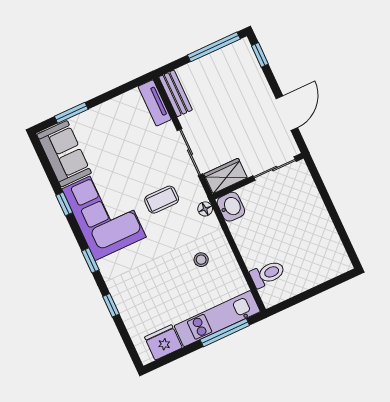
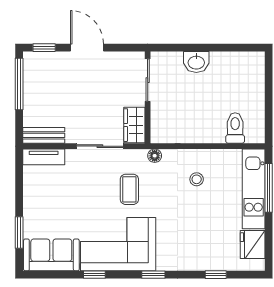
door: (287, 113) -> (87, 48), moved
washbasin: (231, 207) -> (196, 62), moved, turned 180
window: (111, 305) -> (216, 275), moved

